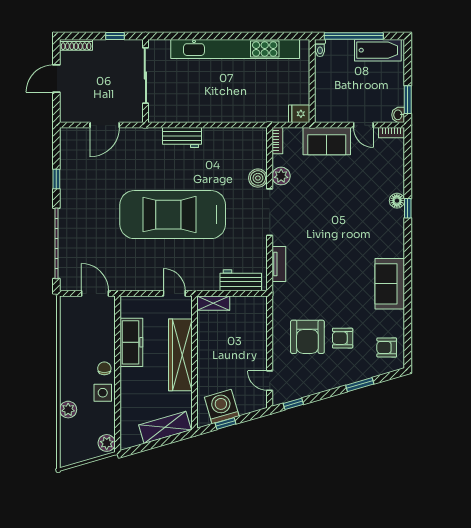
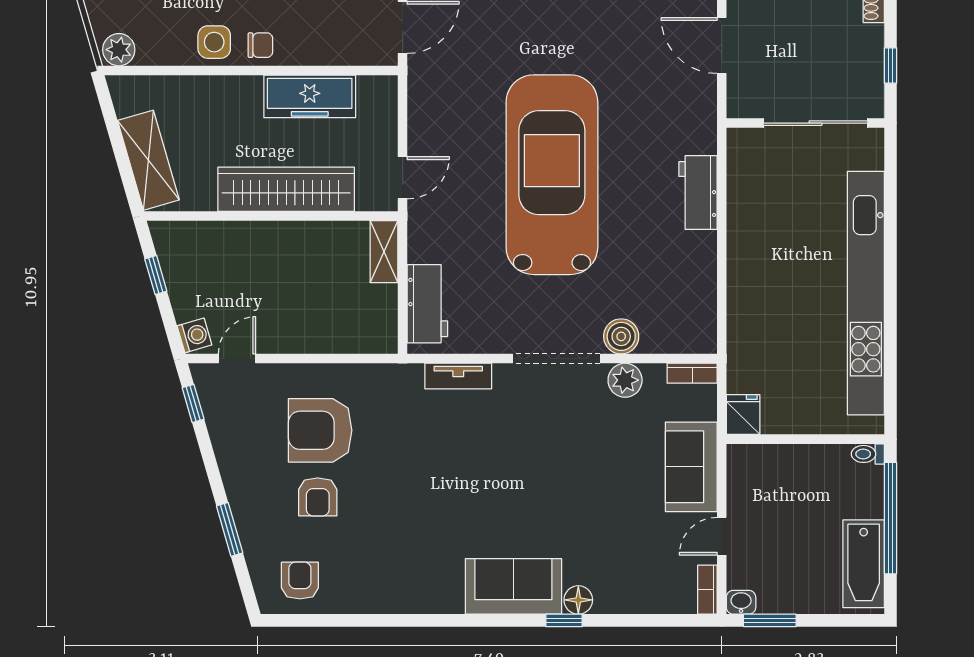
sofa: (390, 284) -> (513, 586), moved
armchair: (343, 338) -> (318, 497), turned 180
washing machine: (222, 407) -> (194, 335), moved, width x0.53, depth x0.53

